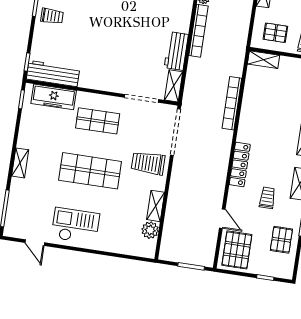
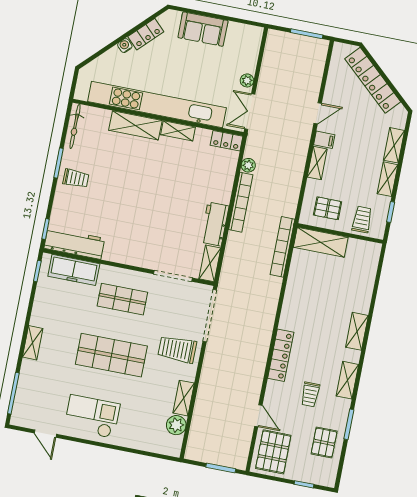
shelving: (263, 60) -> (321, 242), width x1.50, depth x1.33
bookcase: (232, 103) -> (283, 247), moved
trolley: (267, 198) -> (310, 394), turned 180

